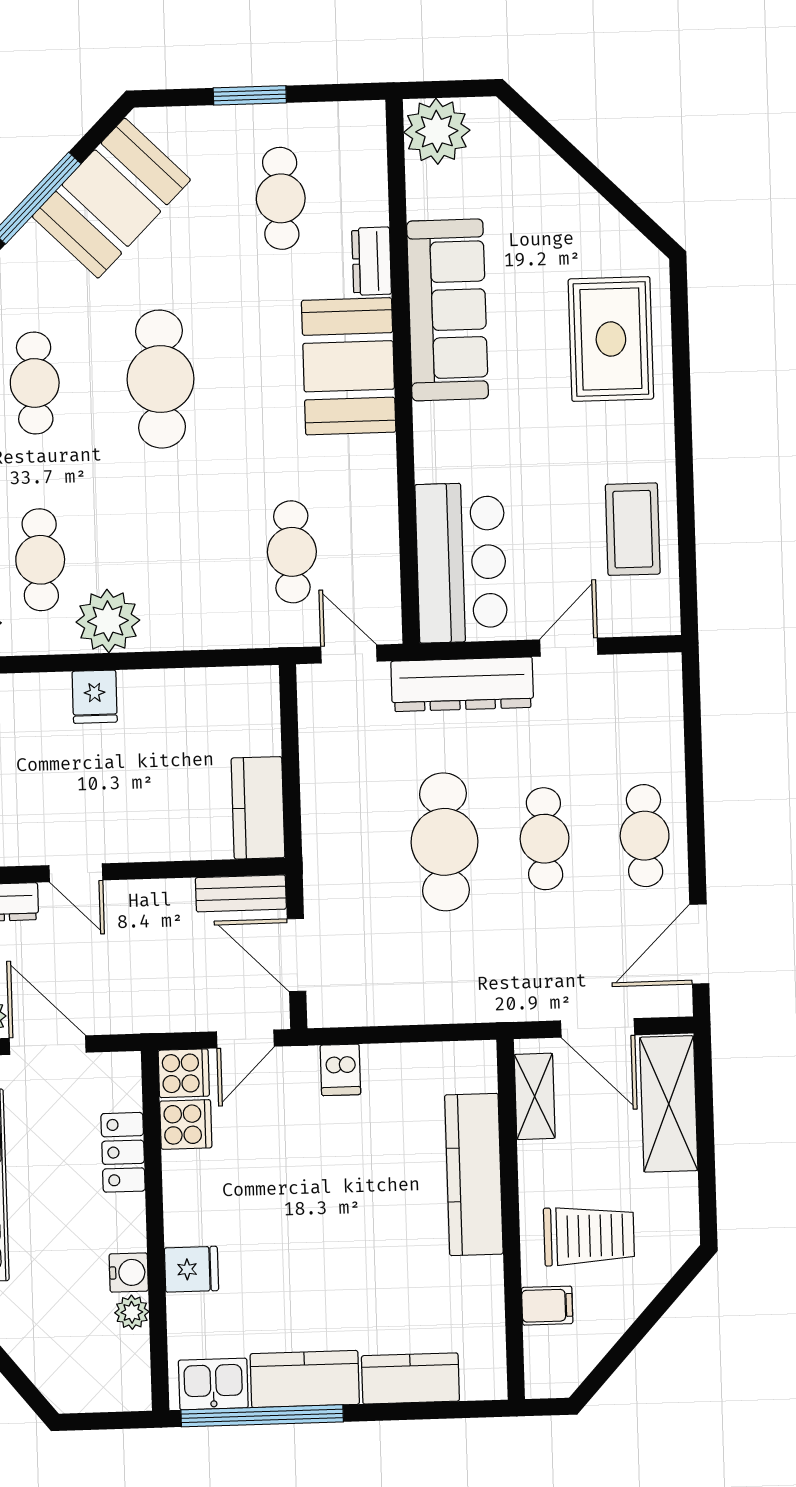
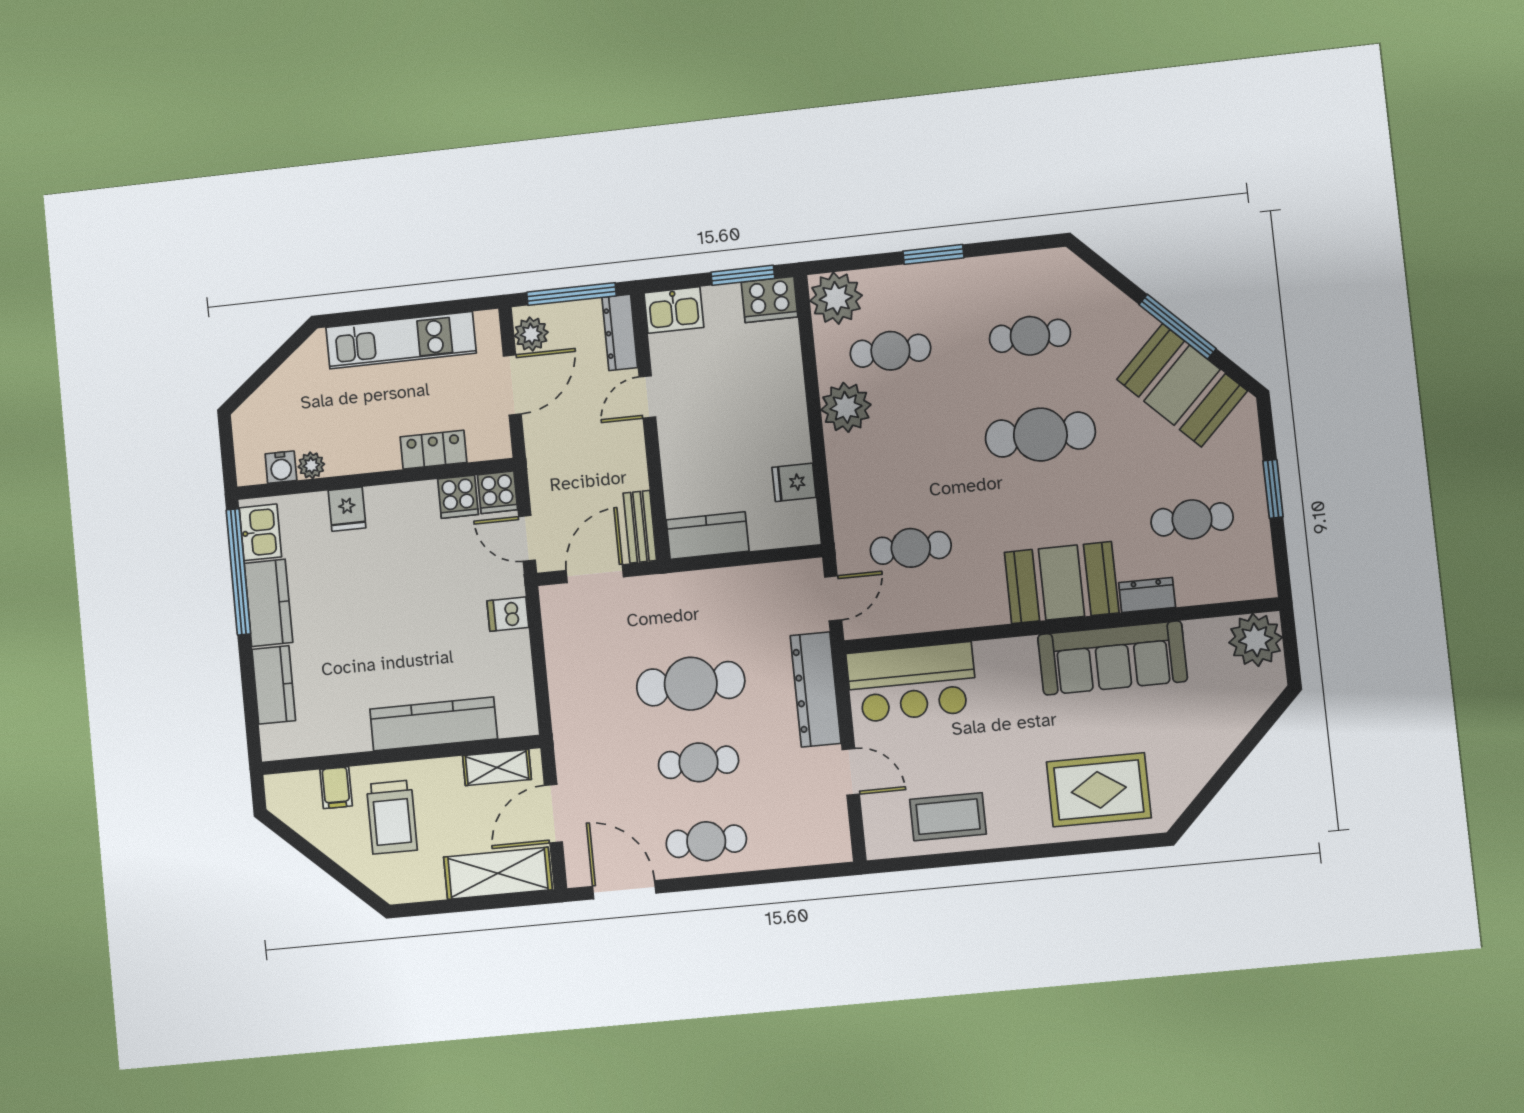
fridge: (95, 697) -> (794, 482), moved
water cooler: (129, 1273) -> (281, 467), moved

